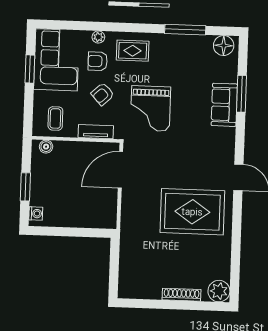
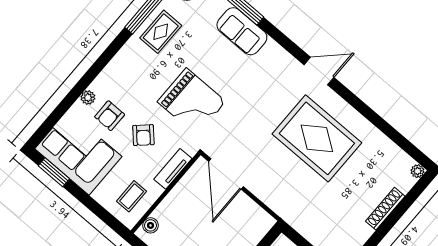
rug: (133, 51) -> (161, 32), moved
window: (30, 69) -> (54, 172), moved
coffee table: (55, 118) -> (132, 196), turned 90
rug: (192, 212) -> (317, 138), turned 90
plant: (219, 291) -> (418, 171), width x0.53, depth x0.53

